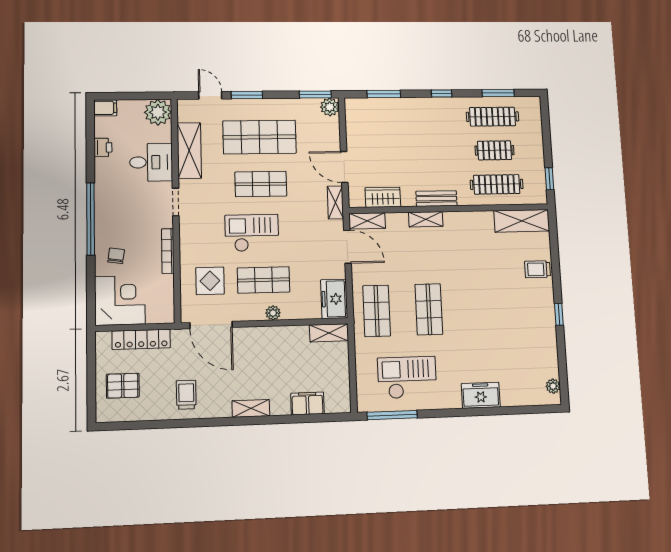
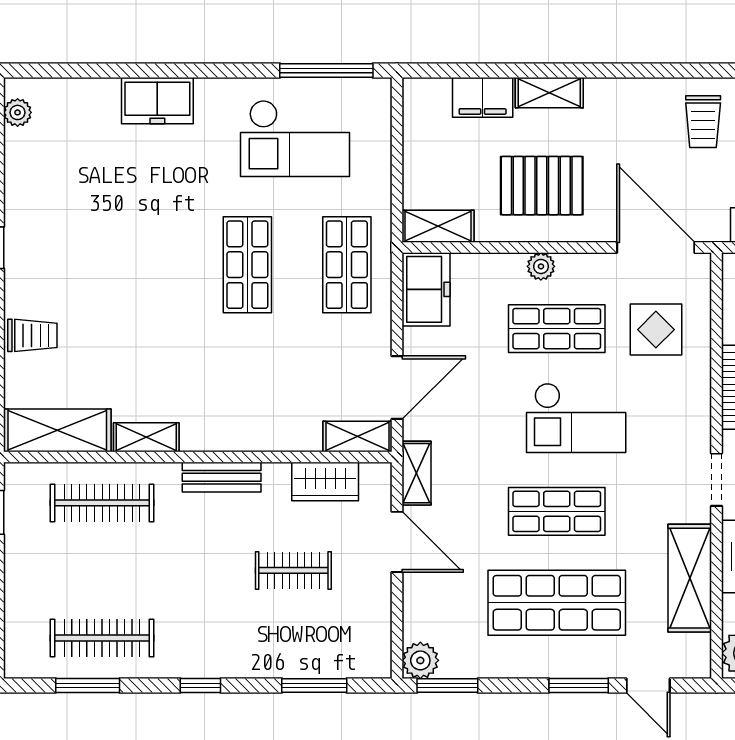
clothes rail: (495, 150) -> (293, 570), moved
shelving: (426, 219) -> (146, 437), moved
door: (347, 247) -> (397, 388), swing flipped
pallet: (274, 357) -> (542, 186), added
shelving: (251, 408) -> (549, 93), moved

